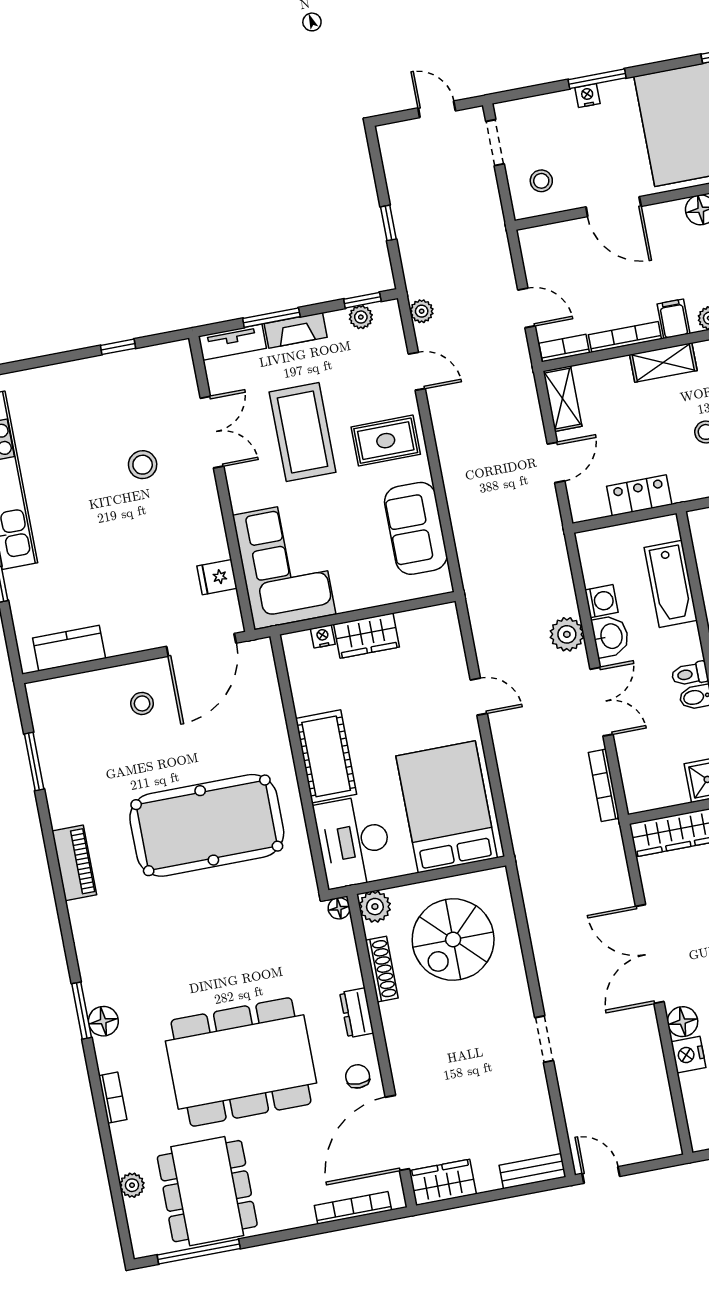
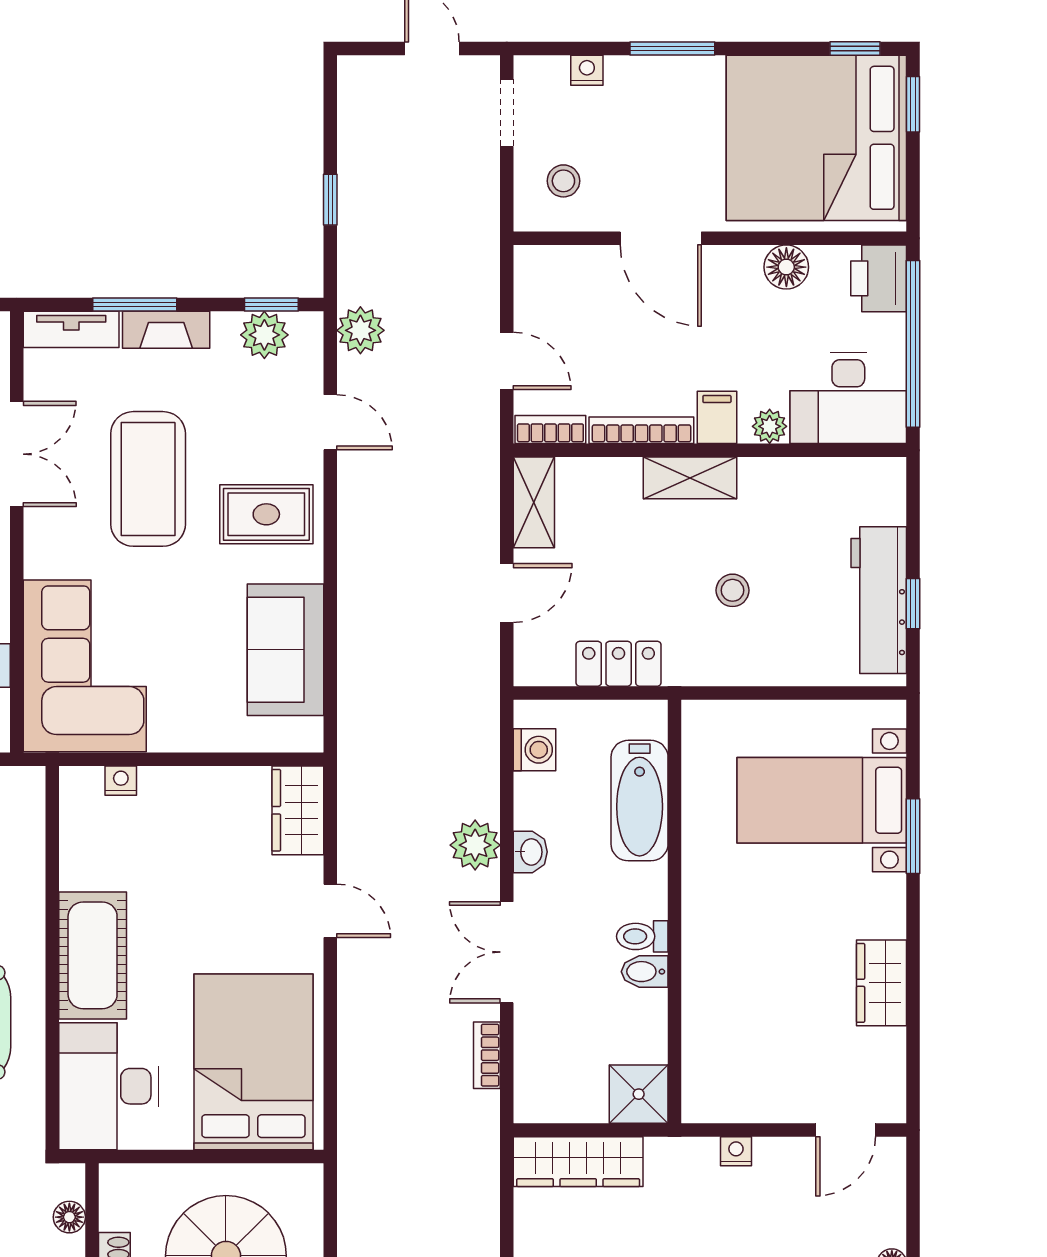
nightstand: (587, 96) -> (587, 70), moved
plant: (422, 311) -> (360, 330), width x1.38, depth x1.38
plant: (361, 317) -> (264, 335), width x1.38, depth x1.38
washing machine: (602, 601) -> (535, 750), moved
wardrobe: (366, 636) -> (298, 810), moved, turned 90
washbasin: (611, 636) -> (530, 852), width x0.72, depth x0.69
double door: (602, 702) -> (507, 952), swing flipped
bookcase: (604, 785) -> (487, 1055), width x0.64
plant: (375, 907) -> (122, 1186), removed
floor lamp: (339, 908) -> (69, 1217), moved

